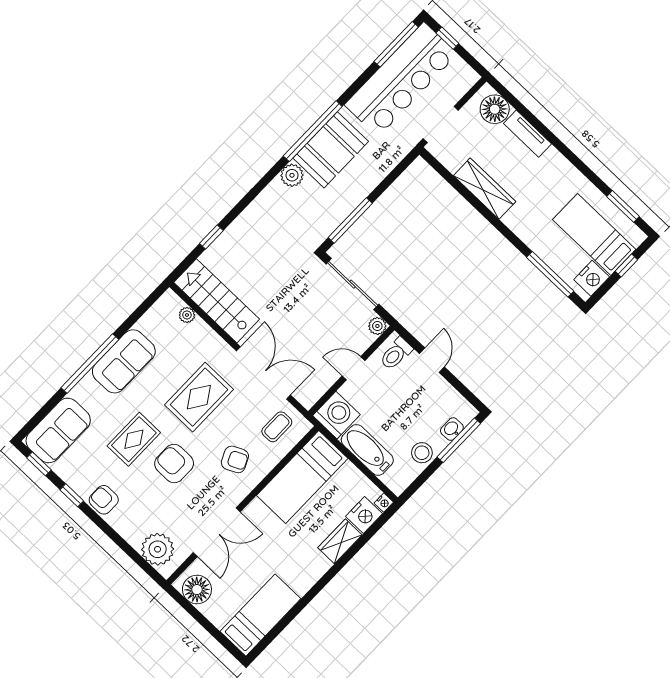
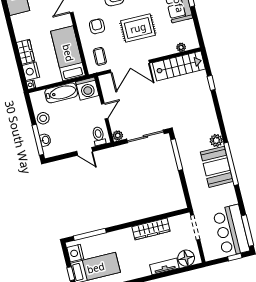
bar counter: (401, 79) -> (231, 231), width x0.73
rug: (199, 397) -> (138, 28), turned 90
armchair: (235, 459) -> (97, 26), turned 115

